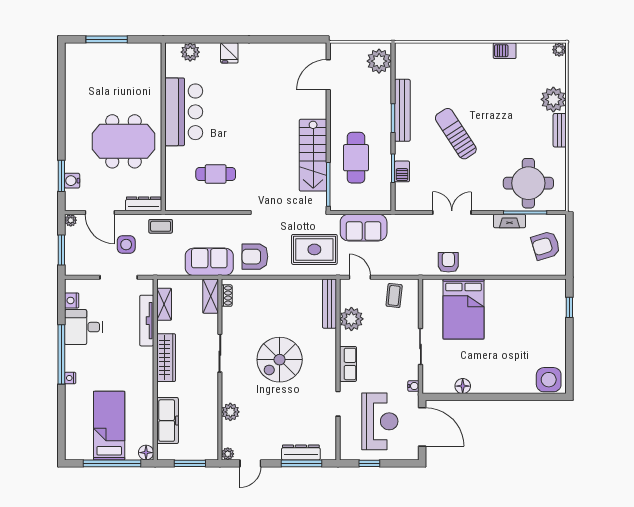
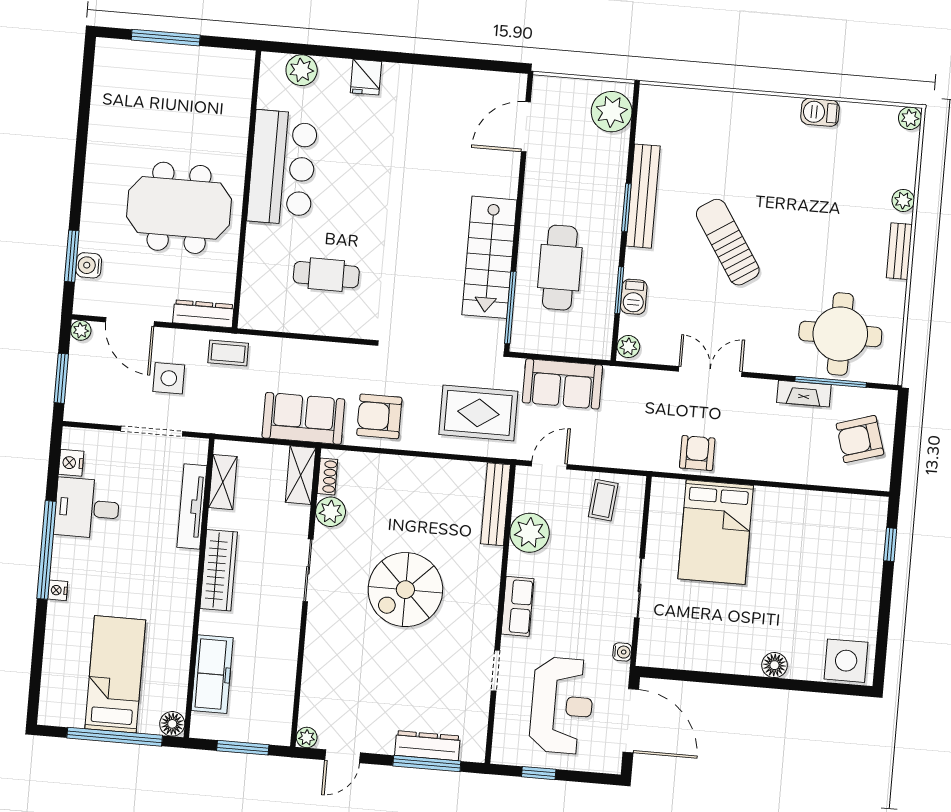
plant: (553, 99) -> (903, 200), width x0.53, depth x0.53
plant: (401, 202) -> (628, 347), added
door: (360, 277) -> (549, 465), hinge flipped
floor lamp: (463, 386) -> (774, 665), moved
plant: (230, 412) -> (331, 512), moved

